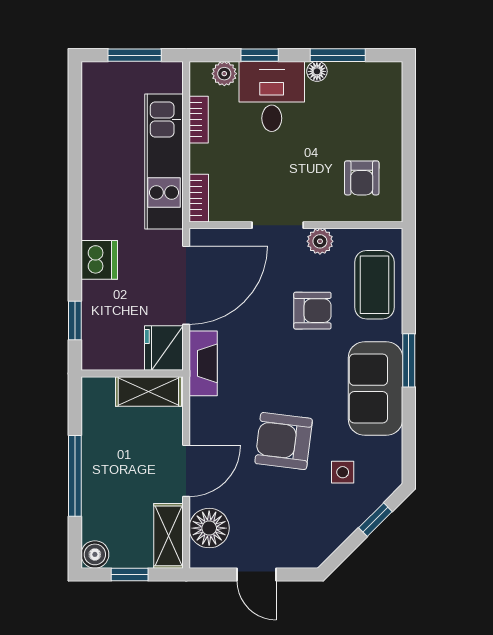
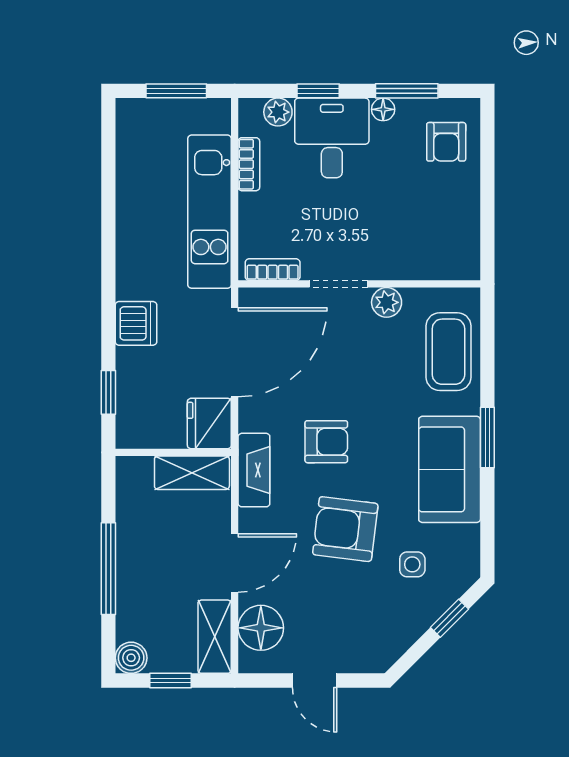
armchair: (362, 178) -> (446, 142), moved
bookcase: (199, 198) -> (273, 270), moved, turned -90
armchair: (312, 311) -> (326, 442), moved
fireplace: (203, 363) -> (254, 470), moved

